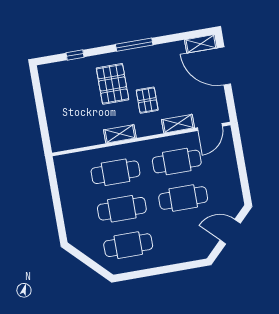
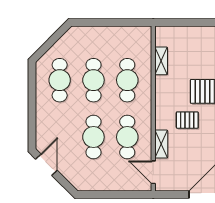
shelving: (120, 134) -> (161, 61), moved
door: (230, 232) -> (46, 165), moved

